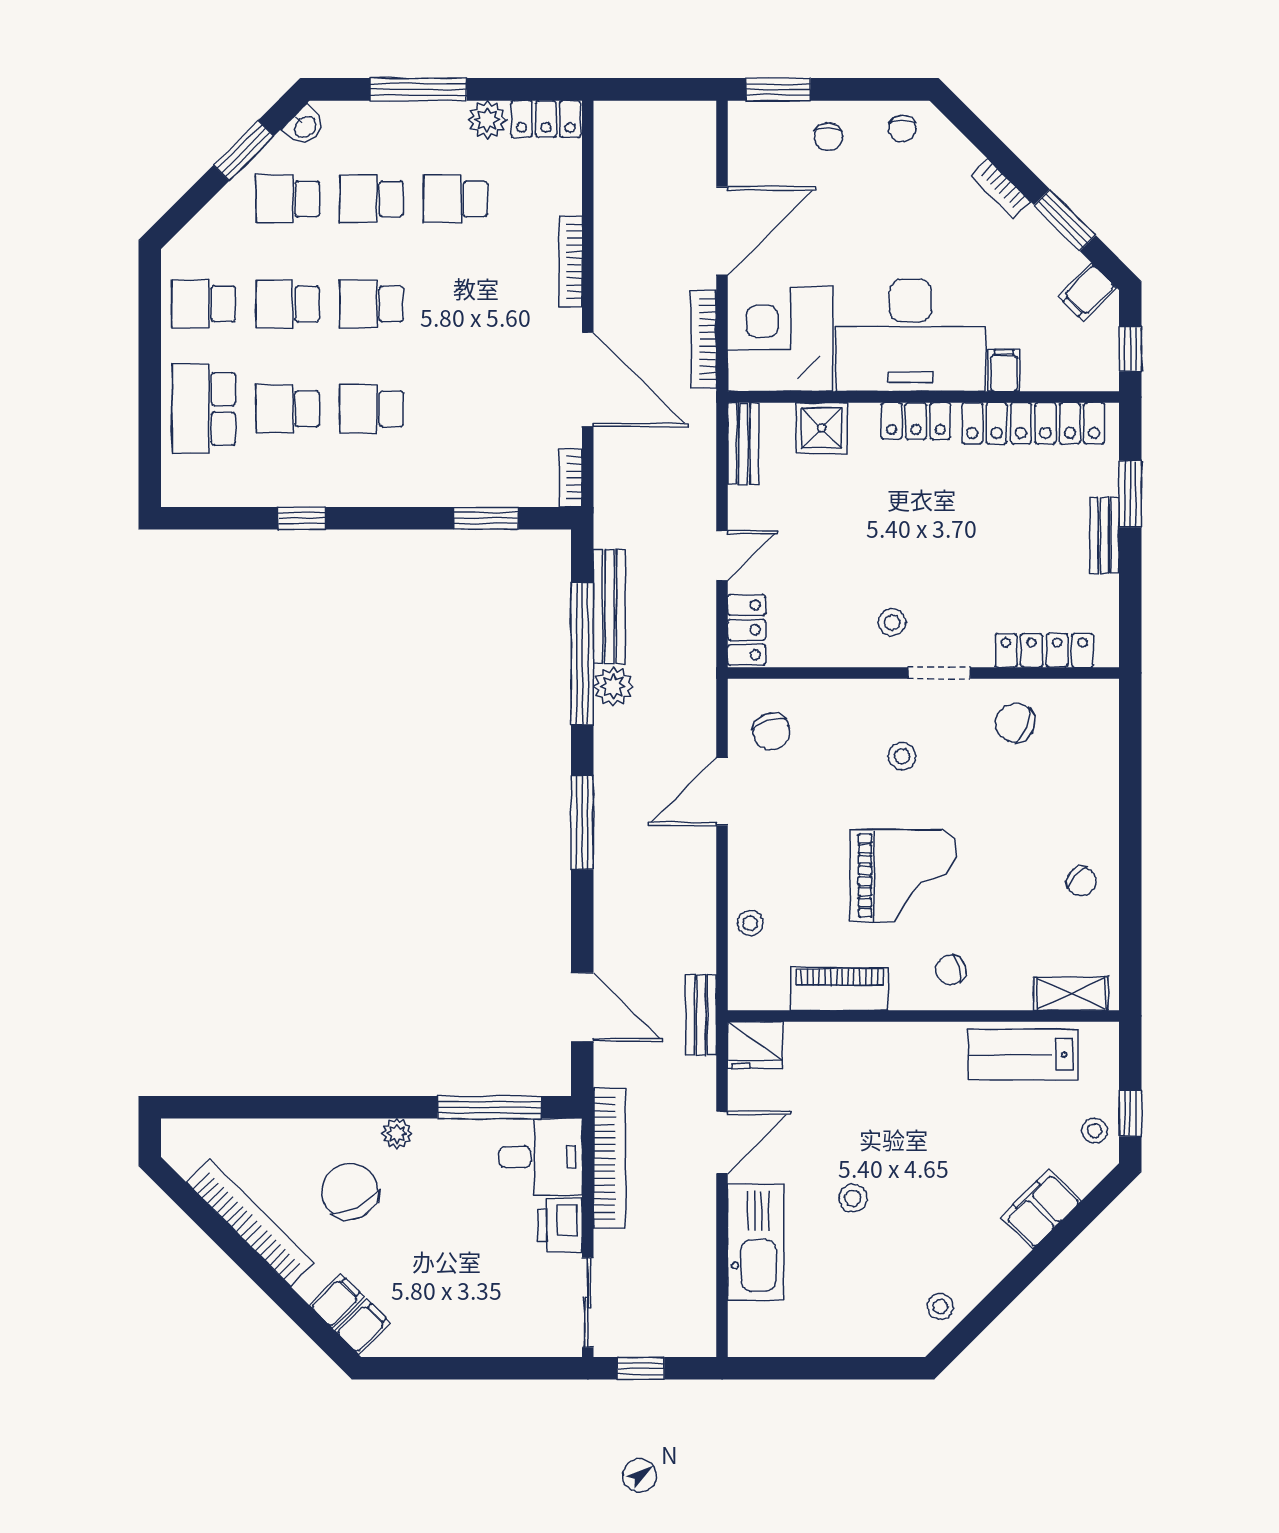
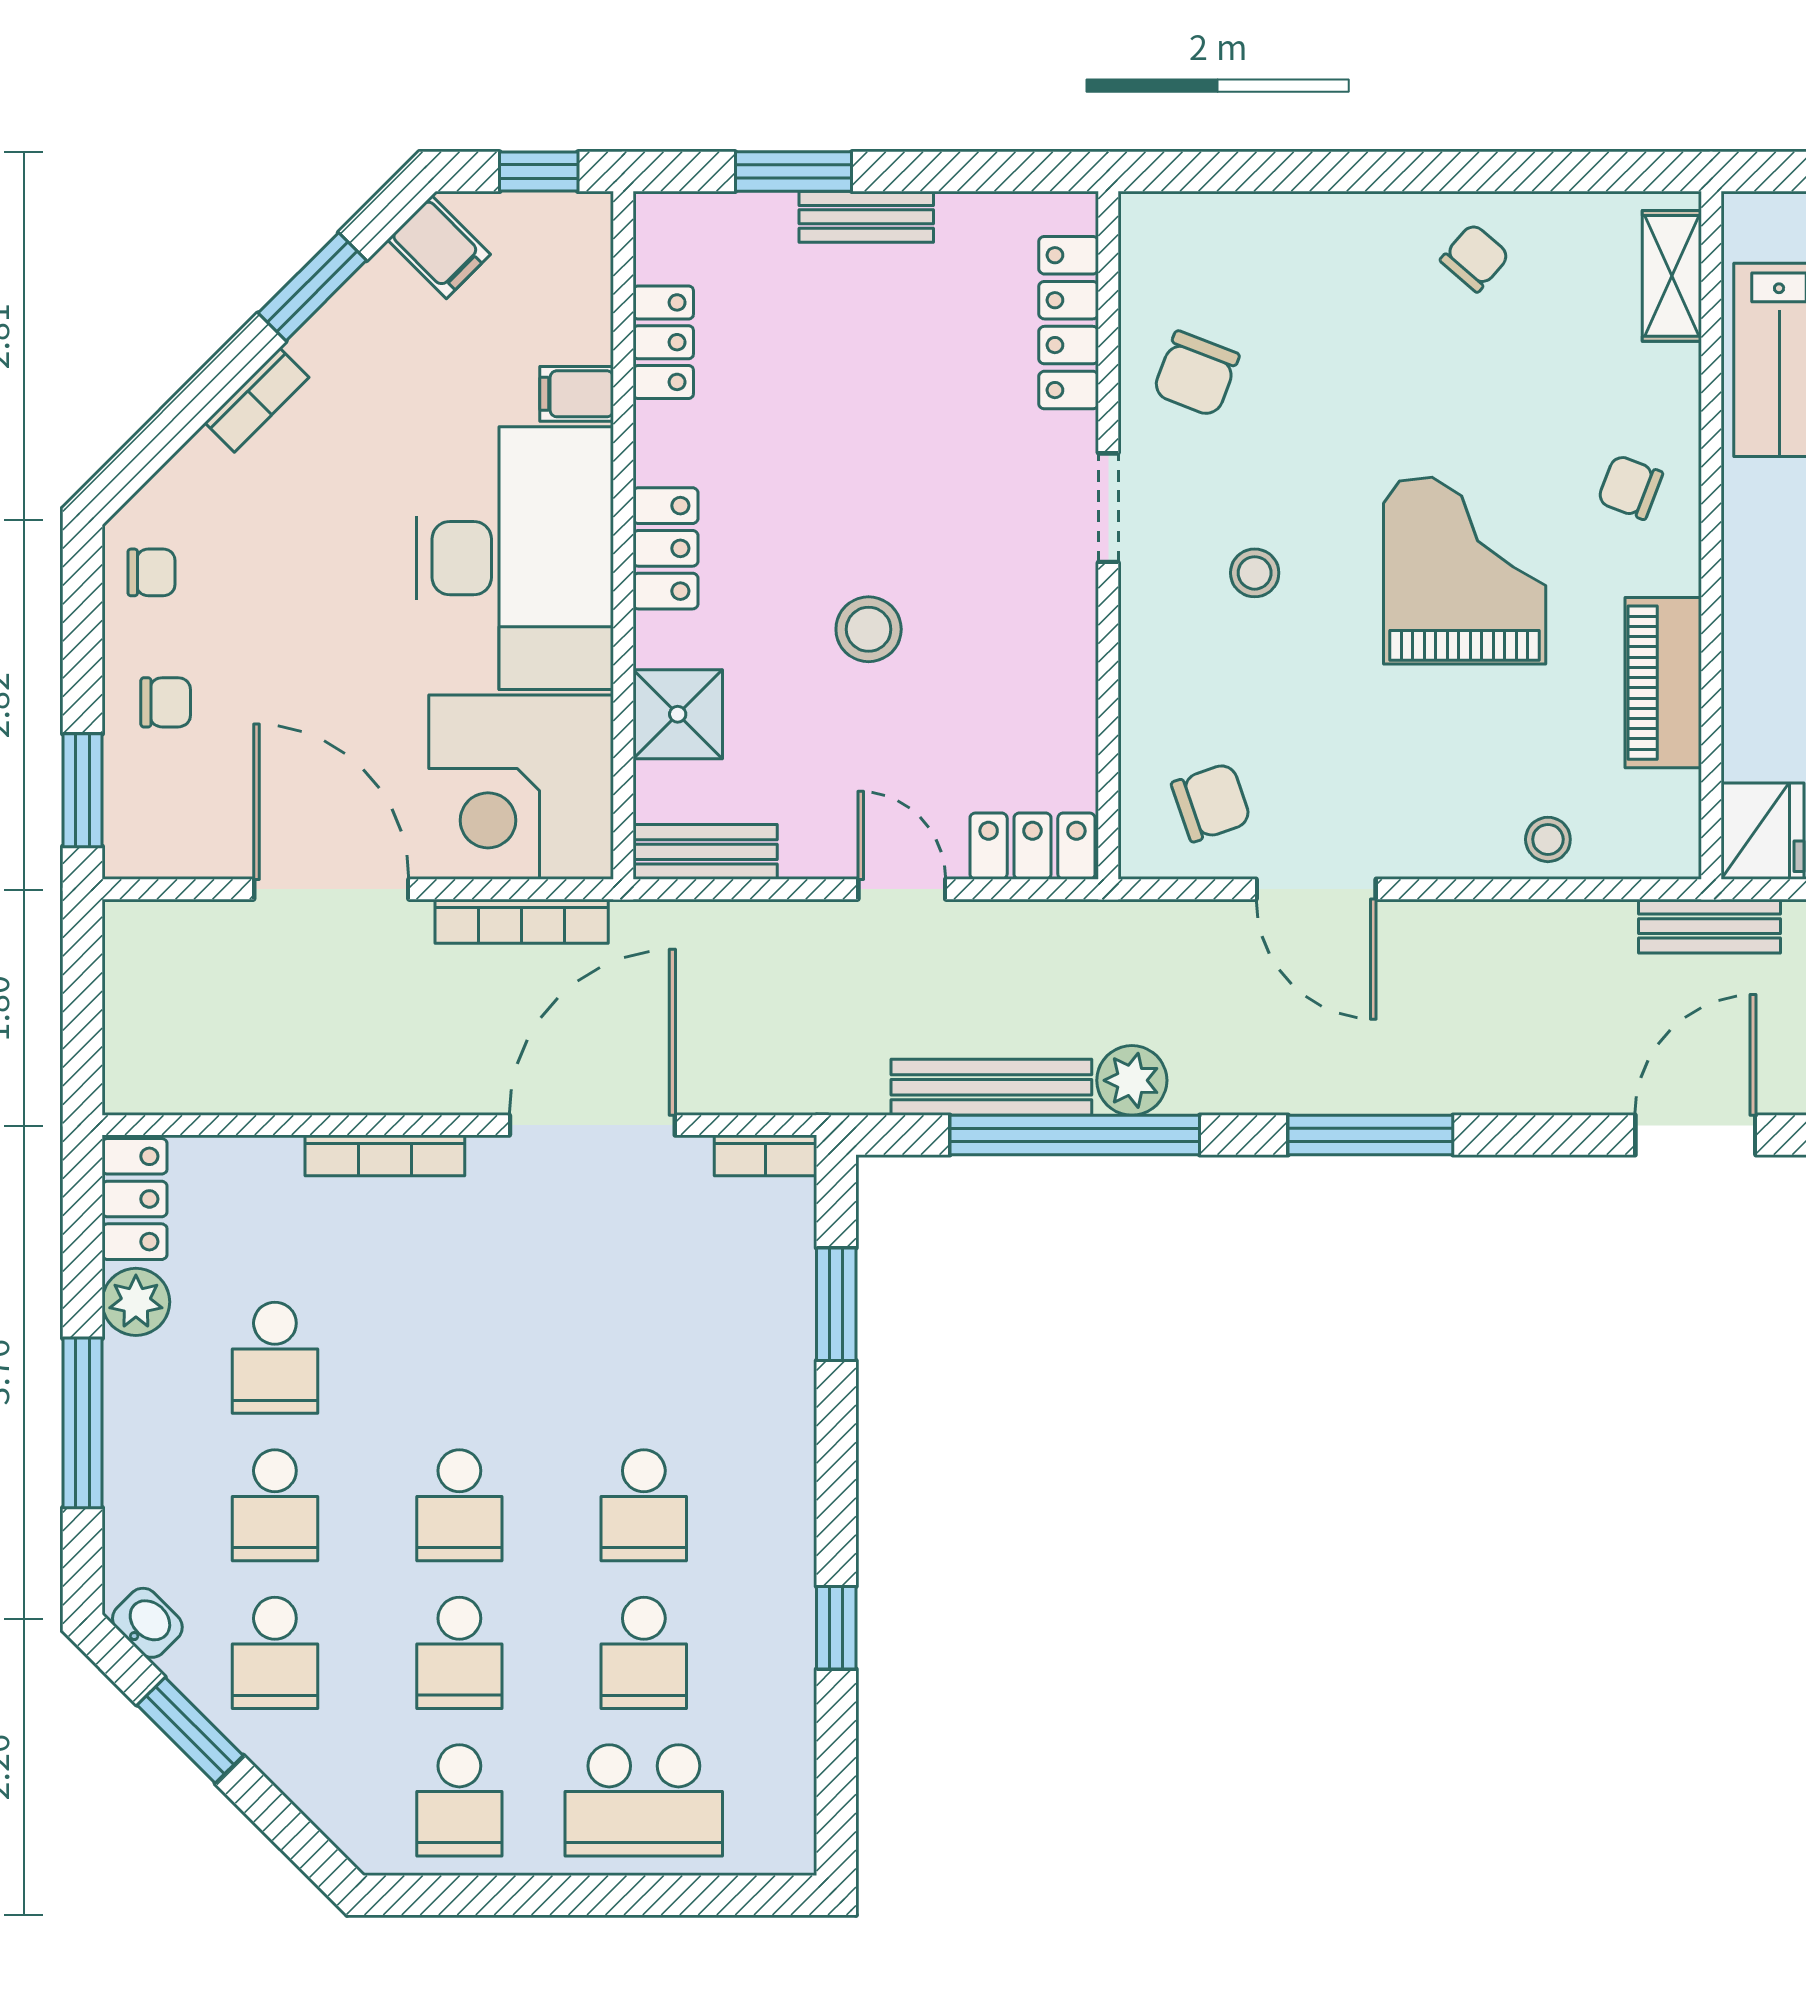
locker: (1033, 423) -> (663, 342), width x0.46, depth x0.83
stool: (892, 622) -> (869, 629), moved, width x1.37, depth x1.37
chair: (951, 970) -> (1630, 487), turned 127

